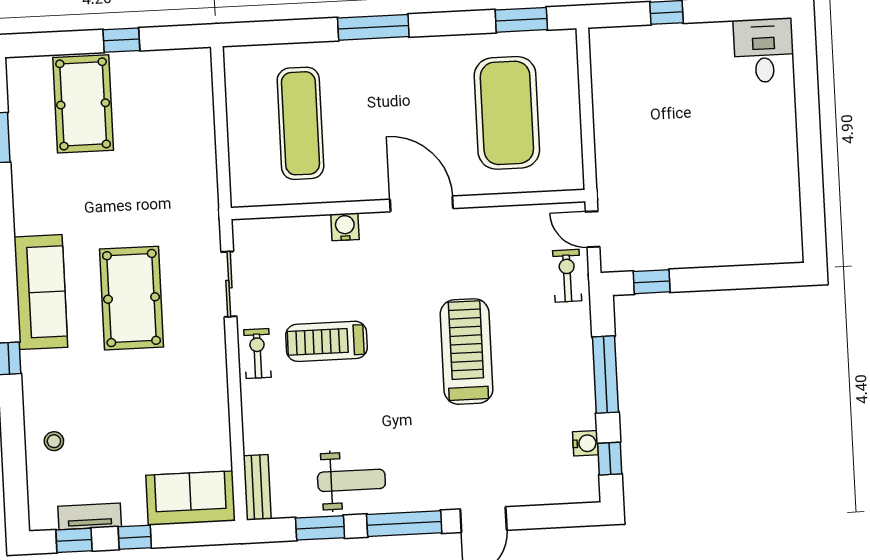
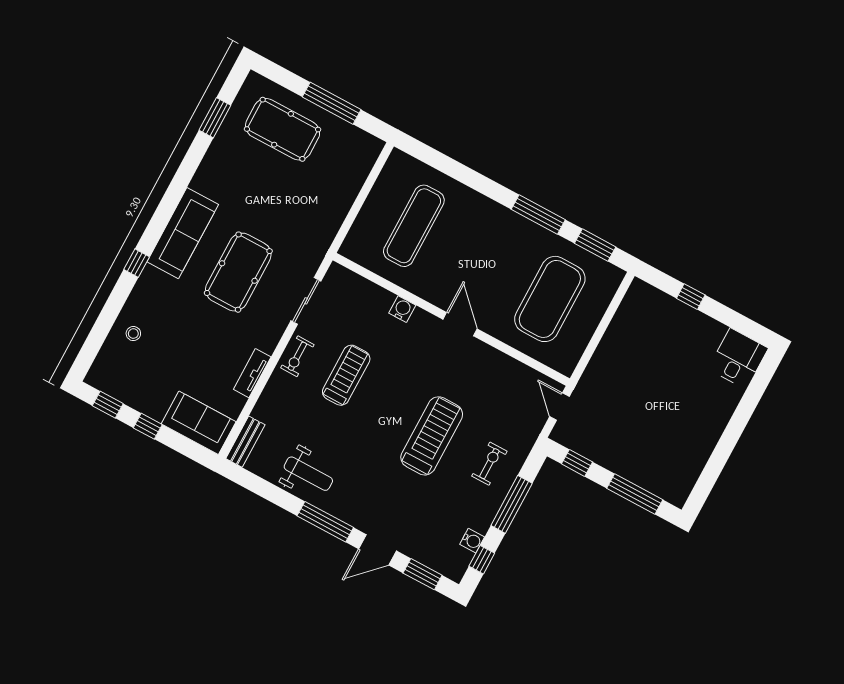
window: (373, 27) -> (538, 215), moved
window: (121, 40) -> (332, 103), width x2.17
pool table: (83, 104) -> (283, 129), turned 90
door: (422, 204) -> (460, 324), width x0.73
exercise bike: (567, 276) -> (489, 464), moved
window: (739, 277) -> (635, 494), added
treadmill: (326, 341) -> (346, 375), turned 90
exercise bike: (257, 354) -> (297, 356), turned 180
tv unit: (90, 516) -> (252, 373), moved, turned -90
window: (320, 528) -> (423, 574), moved

